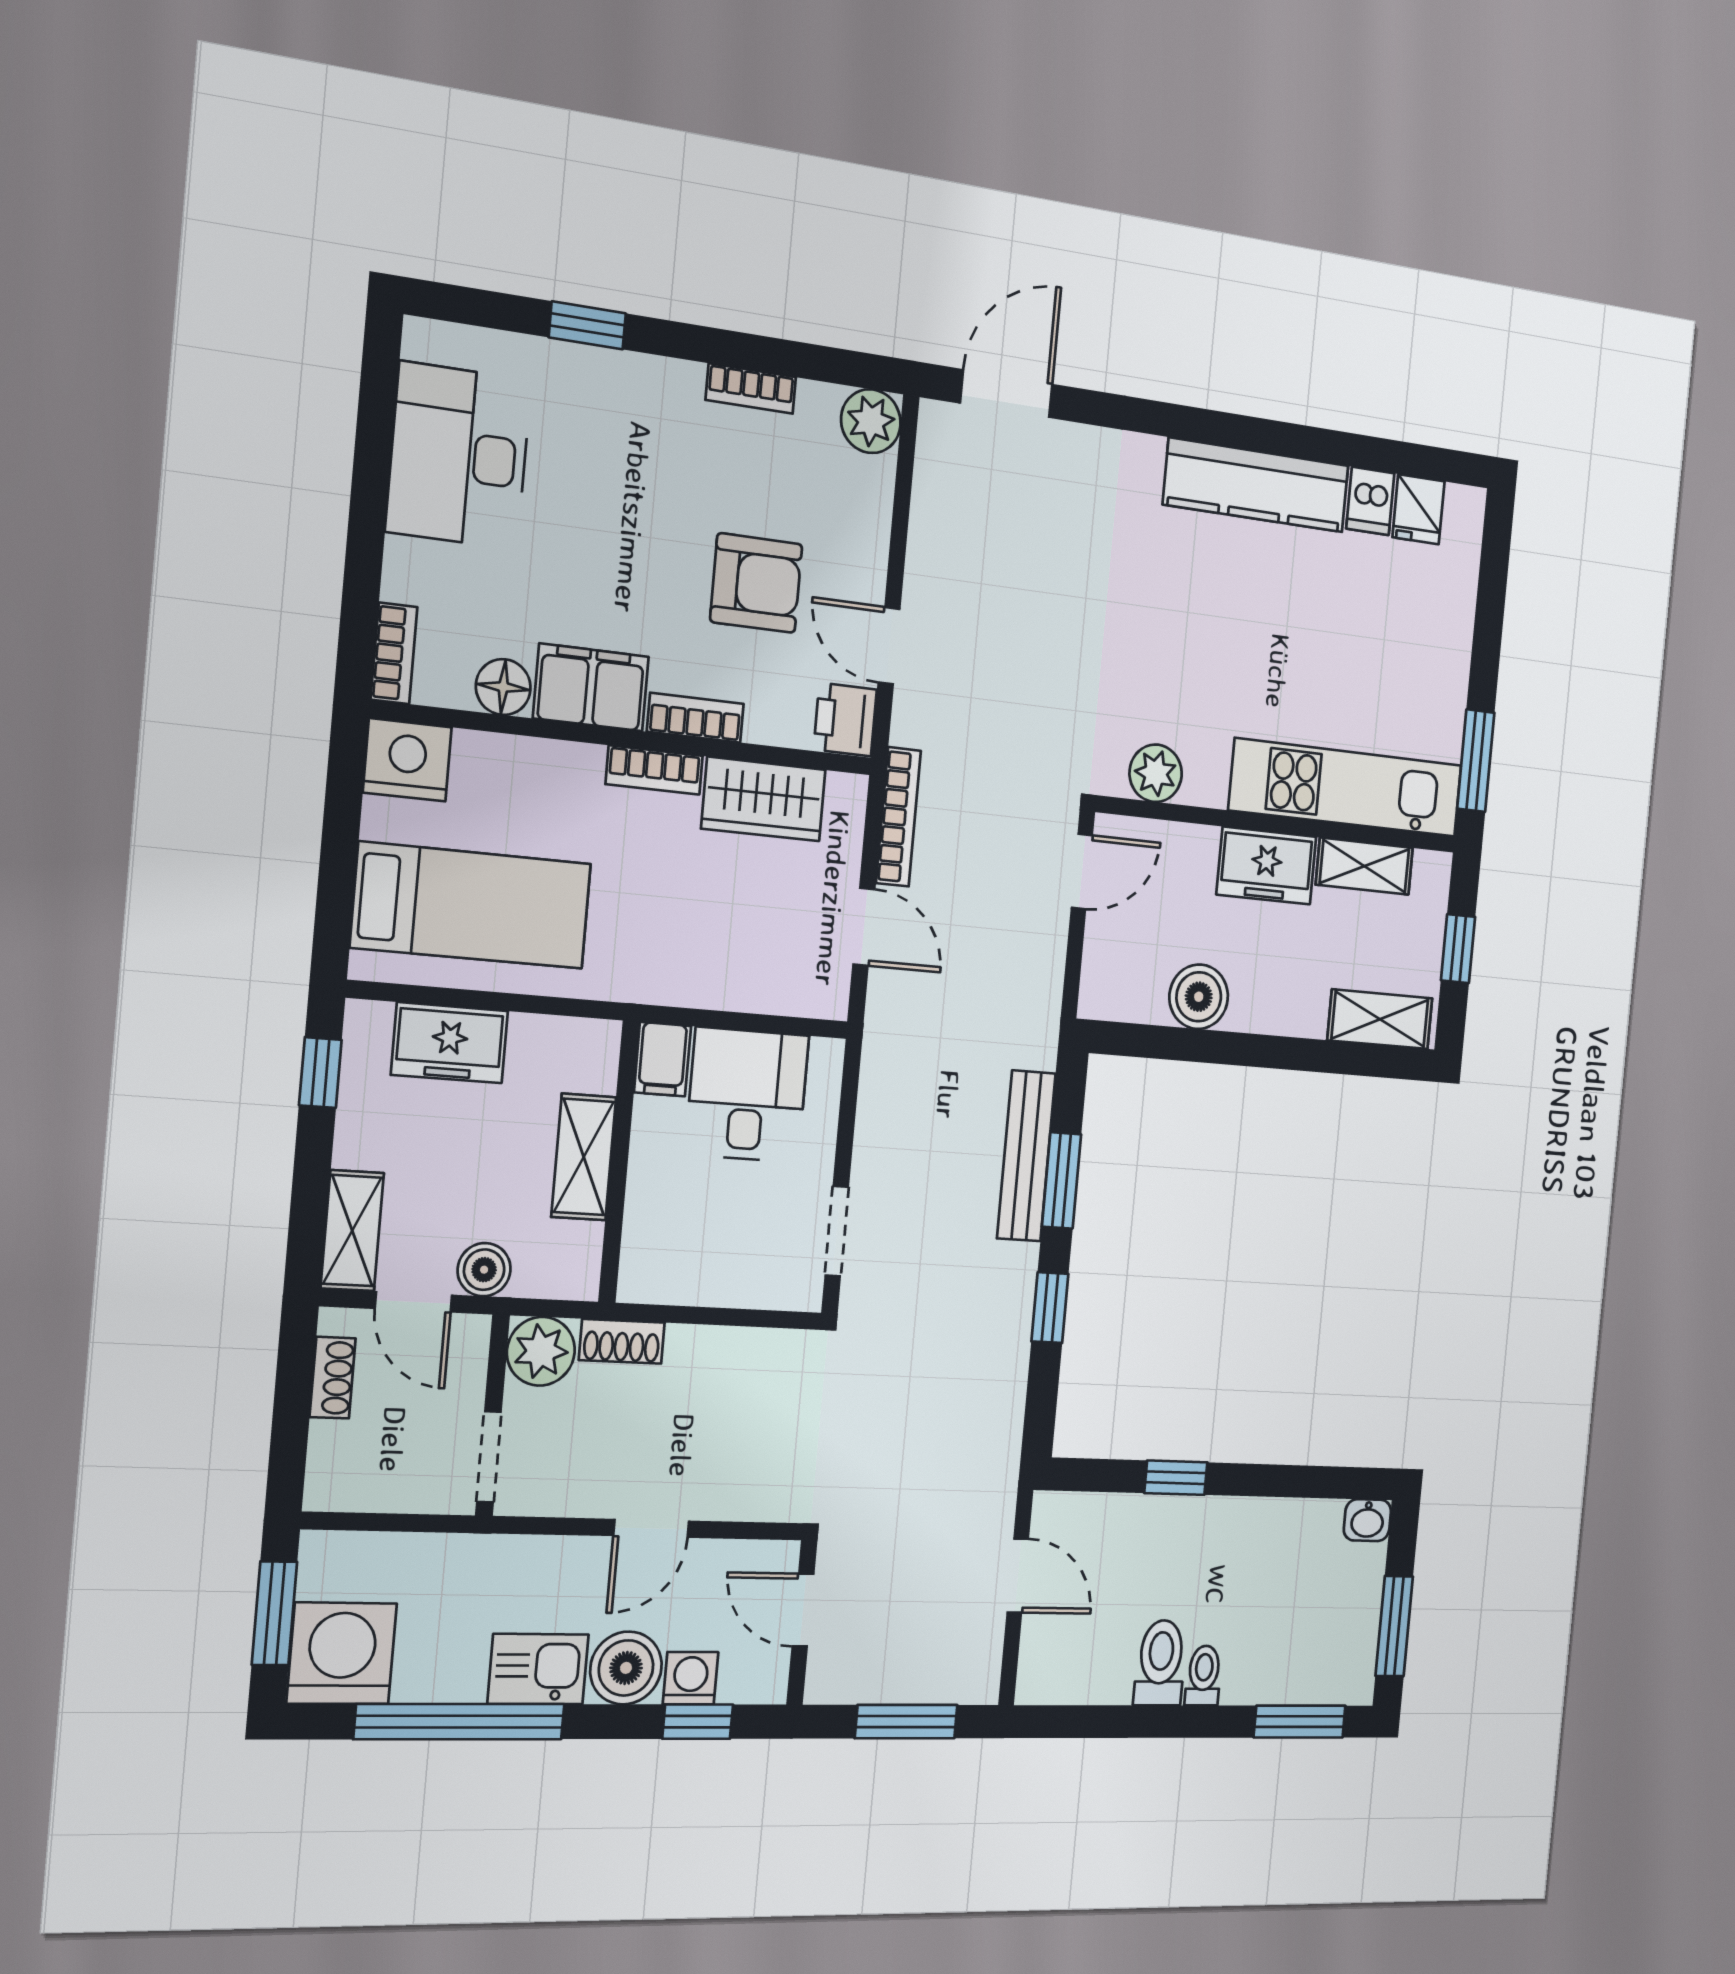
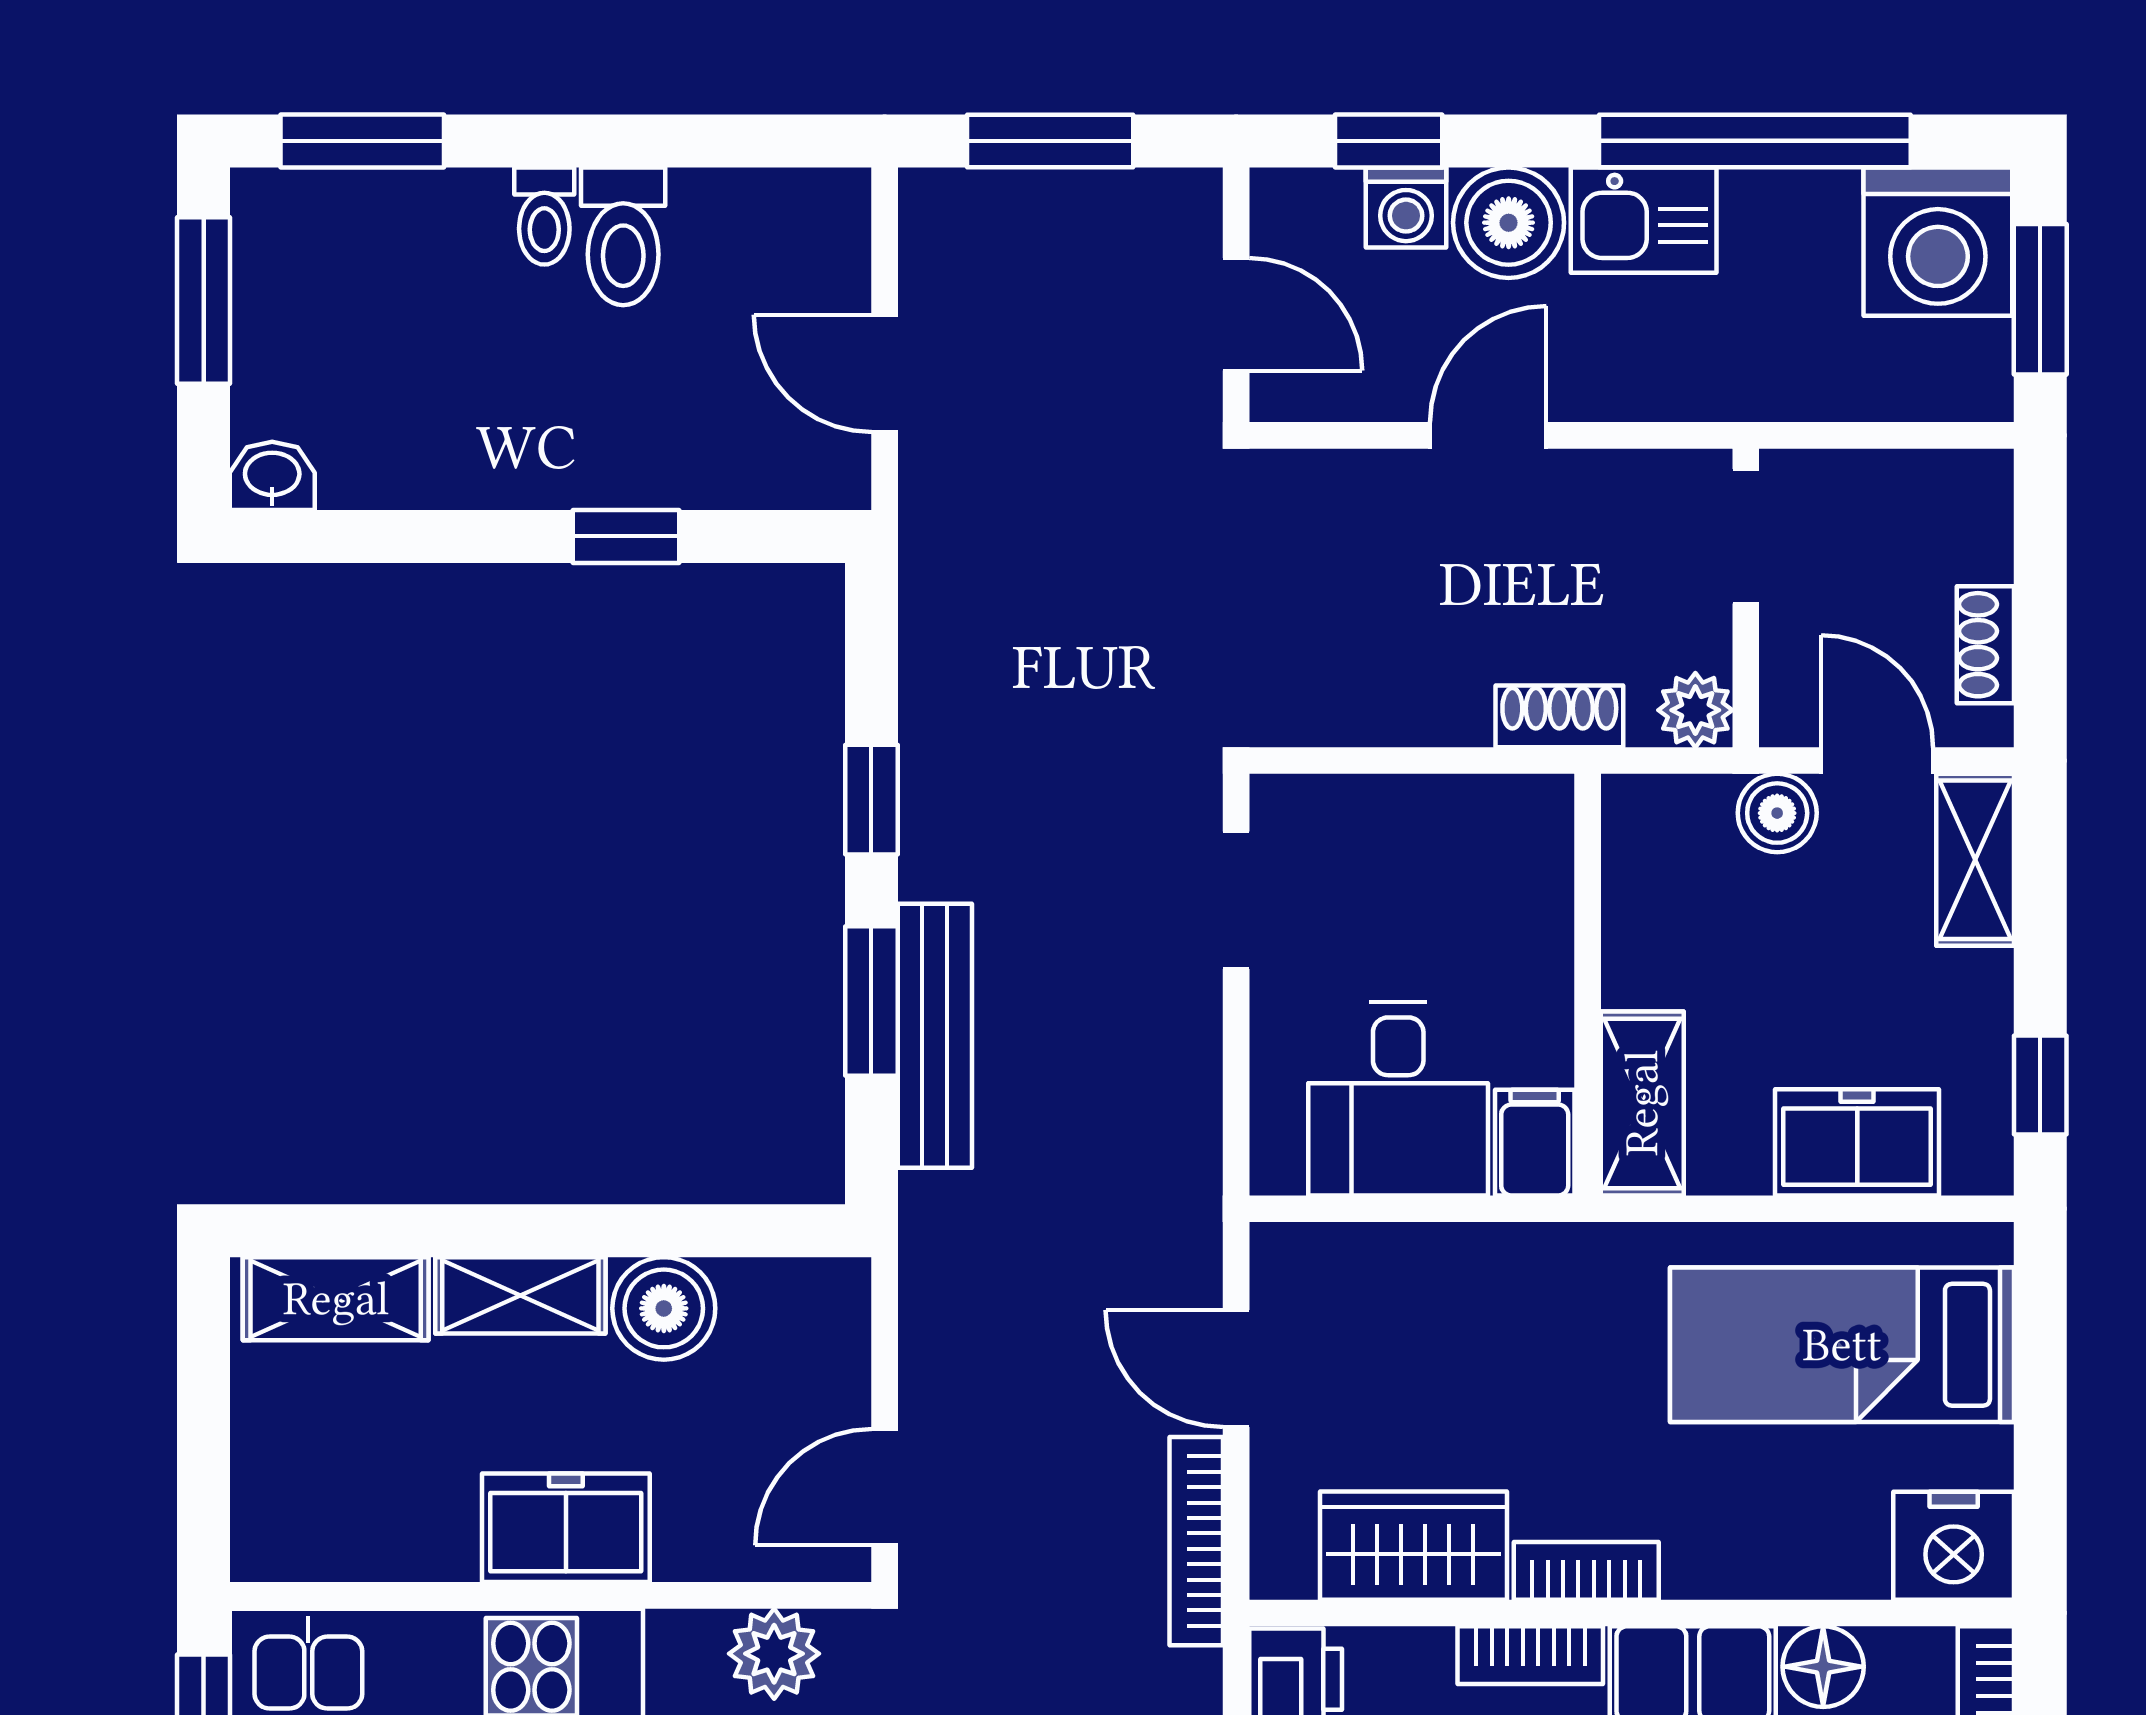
shelving: (1364, 866) -> (520, 1295), moved
window: (1458, 949) -> (204, 1426), removed
shelving: (584, 1157) -> (1642, 1103), moved
plant: (541, 1351) -> (1695, 710), width x0.73, depth x0.73

